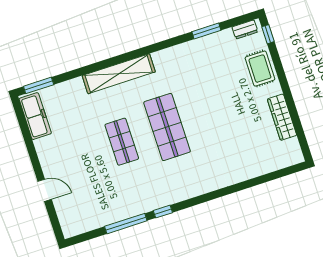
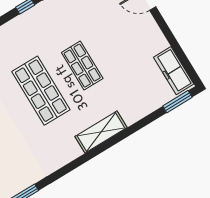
shelving: (119, 74) -> (101, 132), width x0.68

